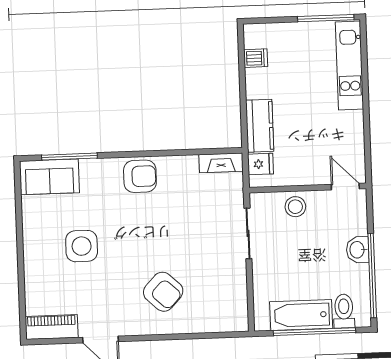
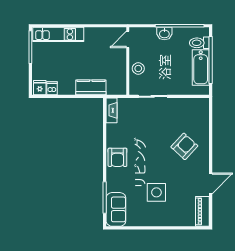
fridge: (260, 164) -> (40, 88), moved
armchair: (140, 176) -> (117, 157), turned 180

